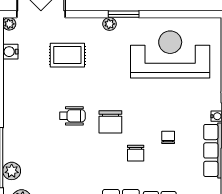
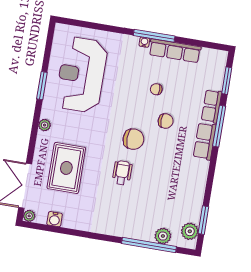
window: (124, 14) -> (42, 86), moved
rug: (67, 55) -> (66, 168), width x1.36, depth x1.43

